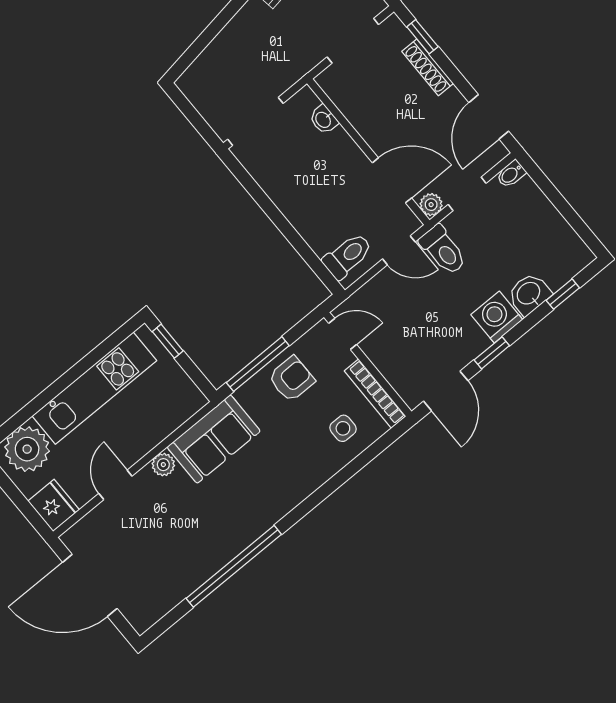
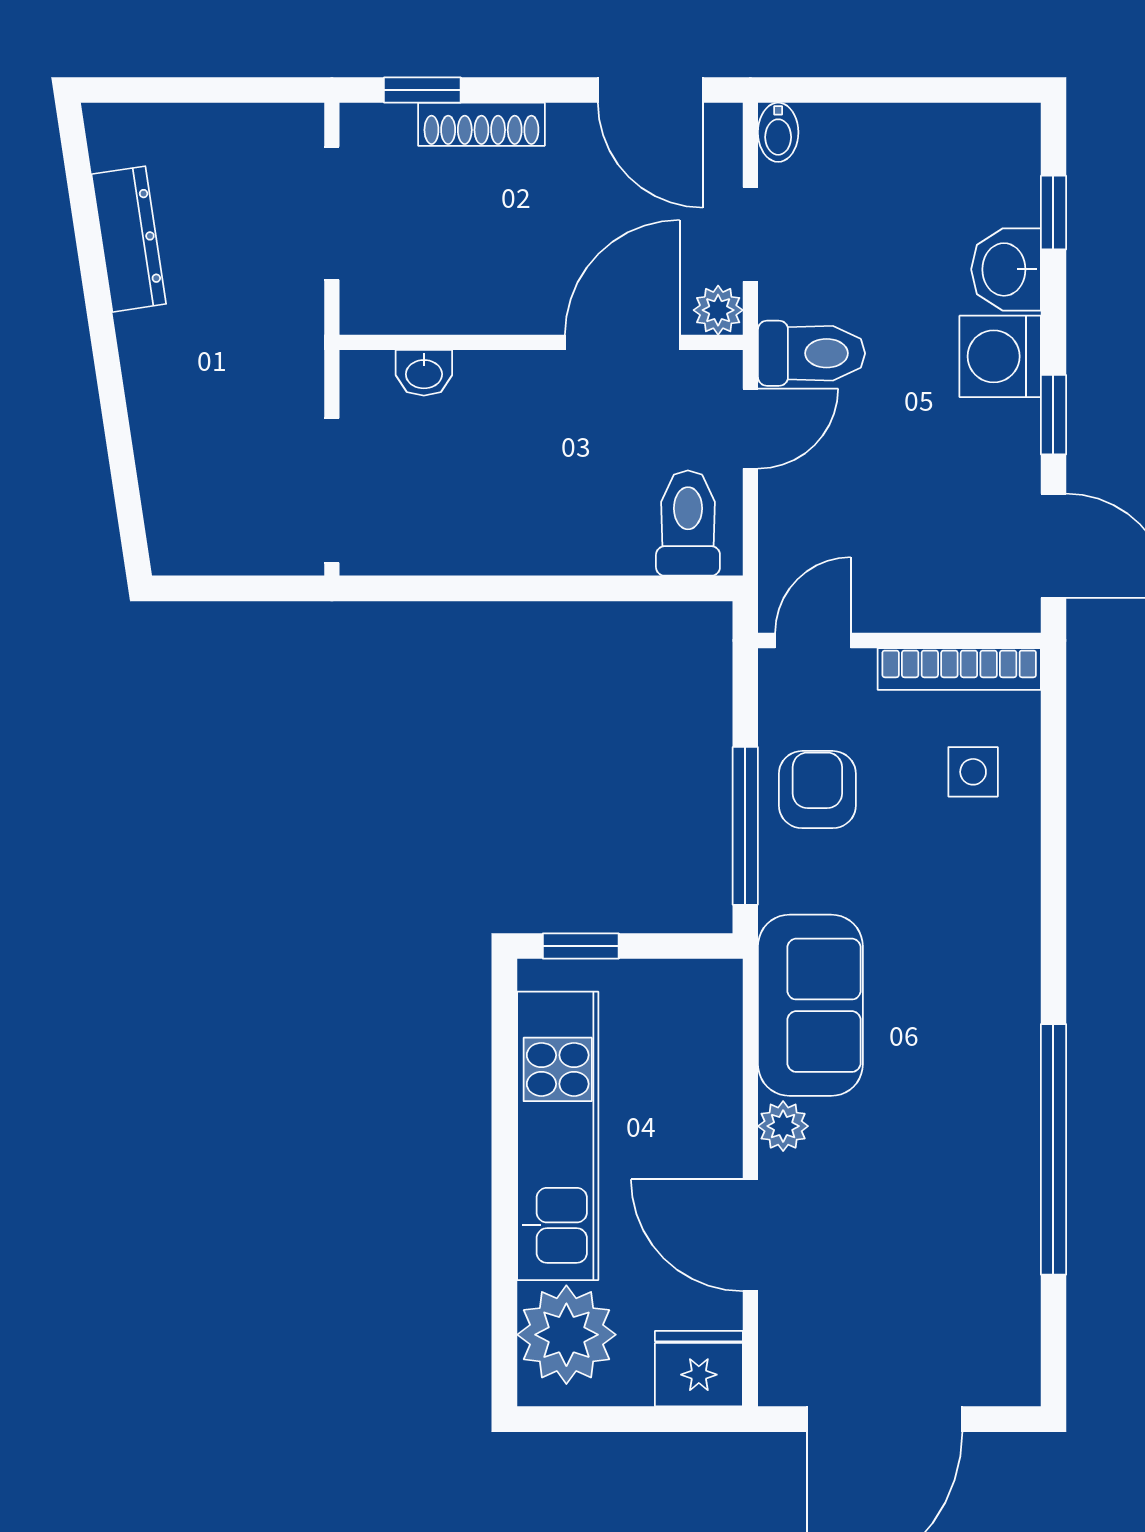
door: (115, 485) -> (750, 1235), width x1.38

